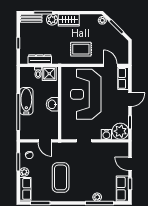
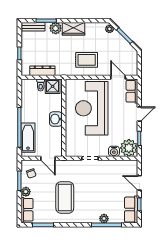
bathtub: (26, 101) -> (28, 138), moved

